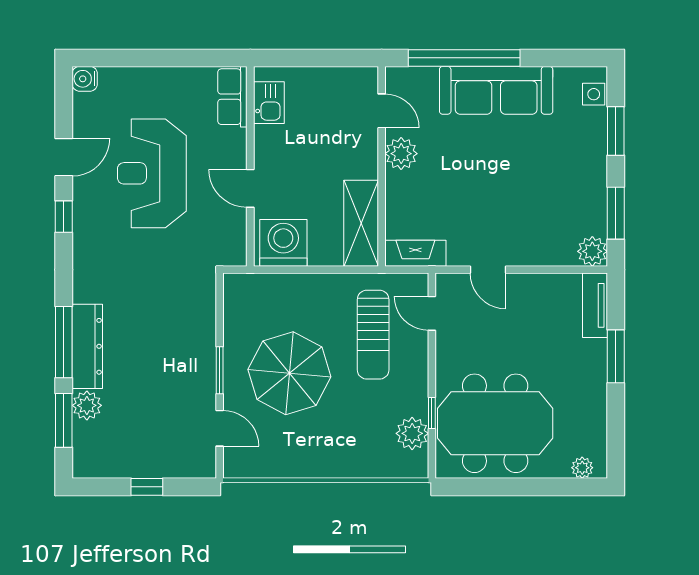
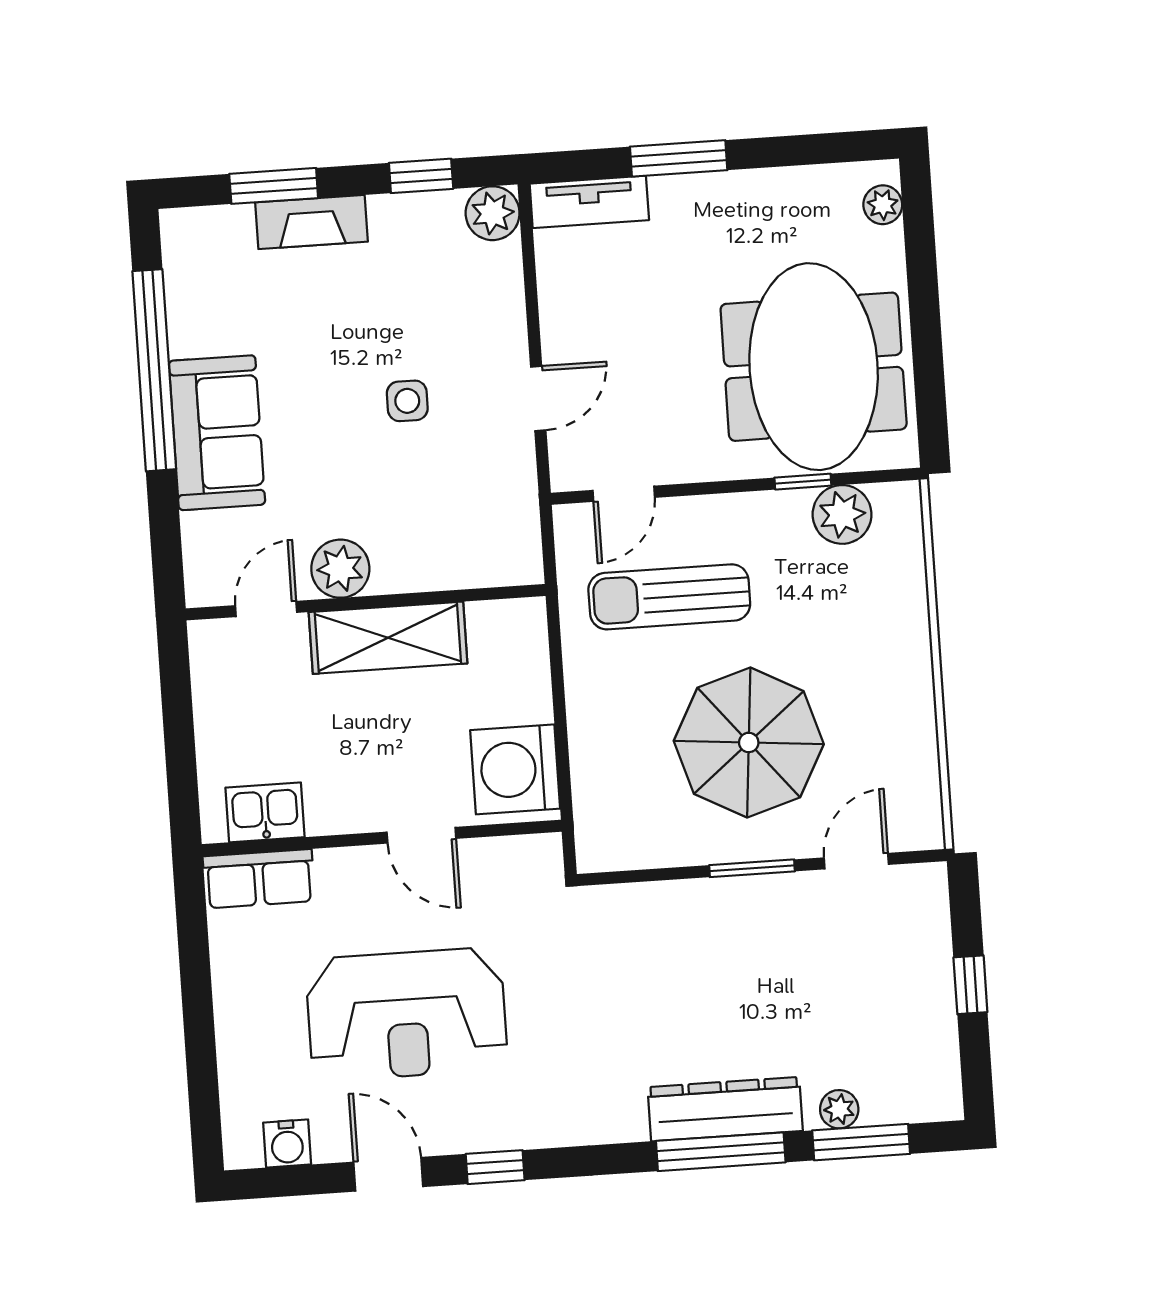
window: (464, 58) -> (154, 370), moved
water cooler: (85, 79) -> (287, 1143), moved
sofa: (496, 90) -> (217, 433), width x0.73
side table: (594, 94) -> (407, 401), moved
door: (250, 188) -> (421, 835), hinge flipped
window: (616, 213) -> (421, 176), width x0.67
shelving: (361, 223) -> (388, 638), moved
fireplace: (415, 253) -> (311, 222), moved, turned -90
sun lounger: (373, 335) -> (669, 597), turned 180
plant: (87, 405) -> (839, 1109), width x0.73, depth x0.73

